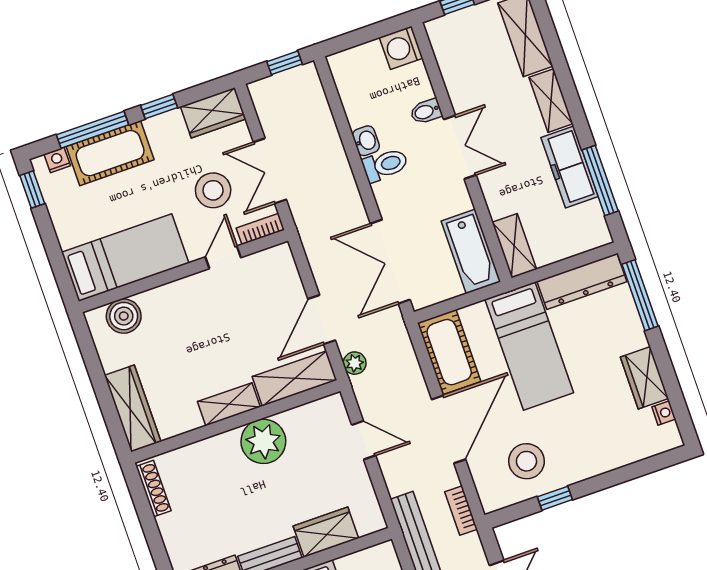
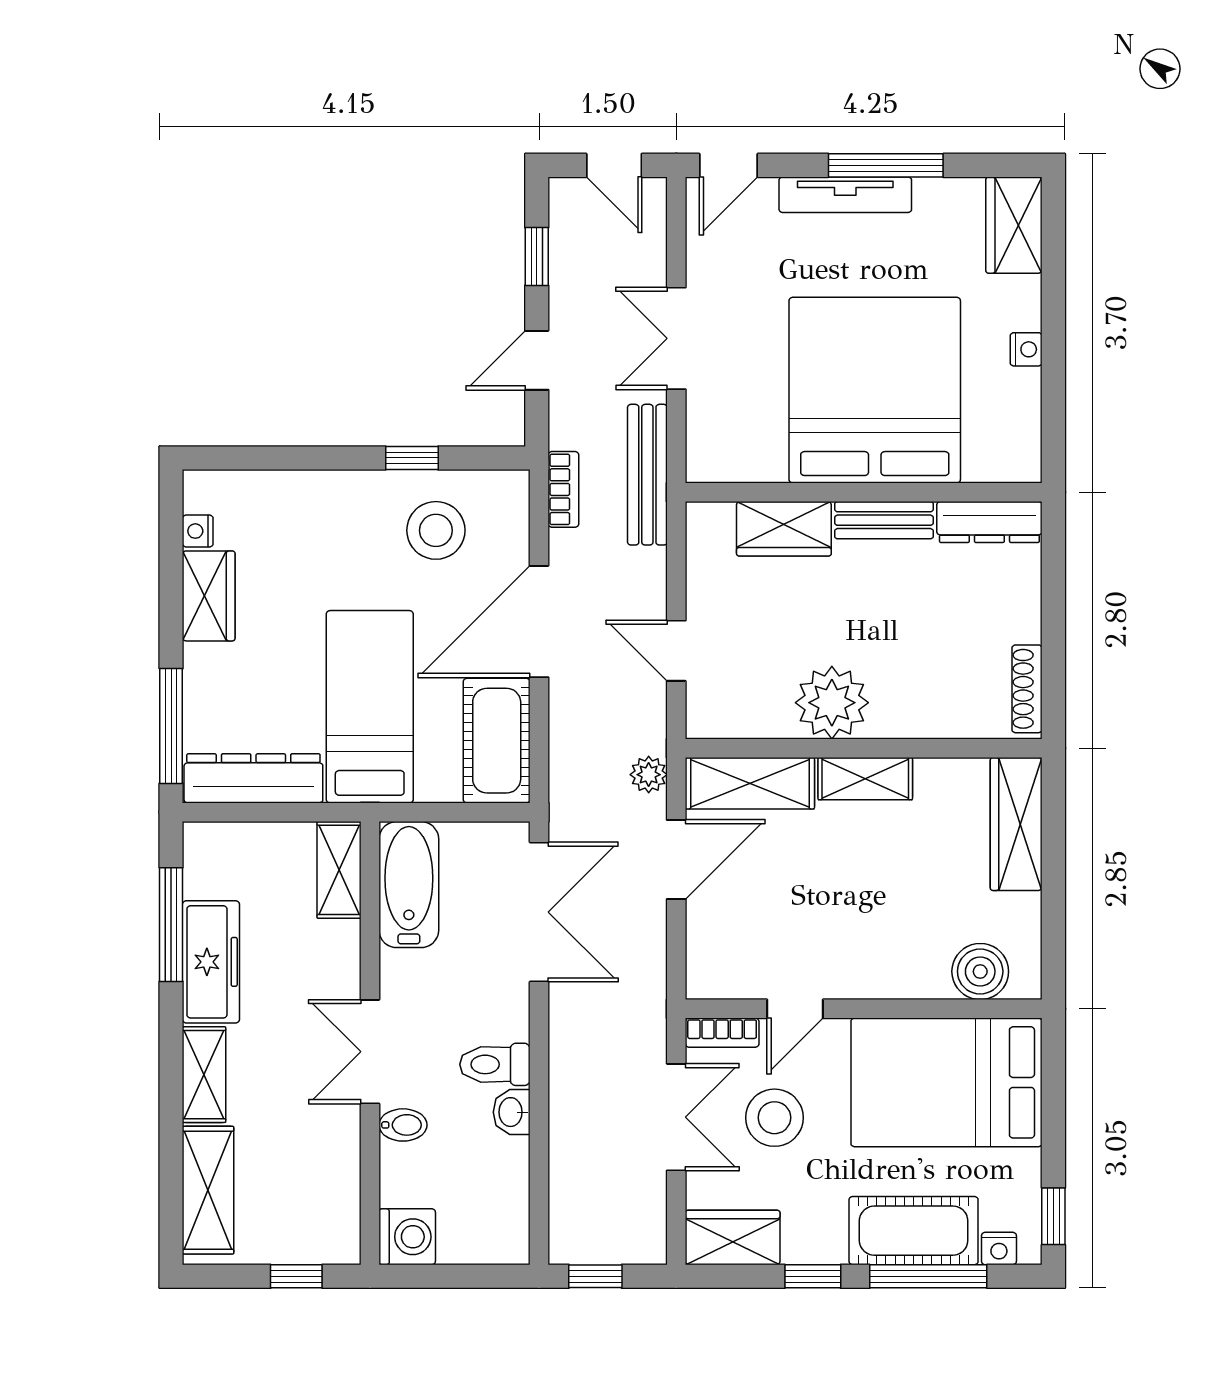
bed: (125, 258) -> (947, 1082), width x1.50

